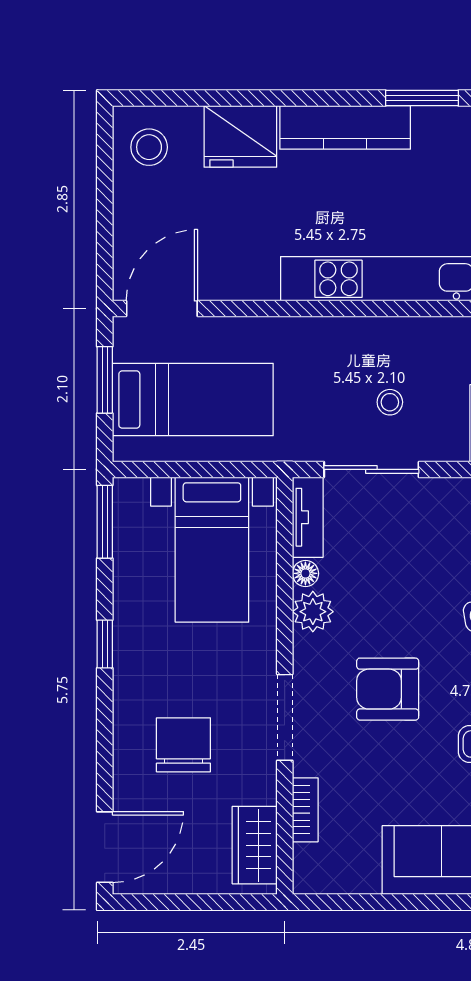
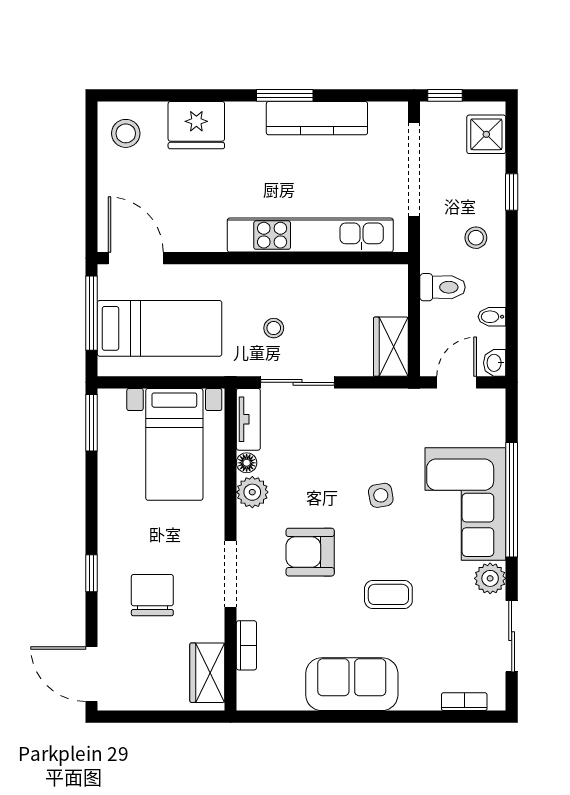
window: (422, 98) -> (285, 95), moved
kitchen counter: (345, 127) -> (317, 118), moved
door: (162, 309) -> (136, 258), hinge flipped
window: (105, 380) -> (92, 313), width x1.44
stool: (390, 402) -> (274, 328), moved
window: (105, 644) -> (92, 573), moved
door: (105, 847) -> (92, 674), swing flipped

